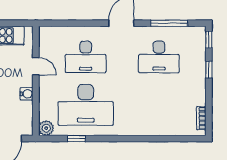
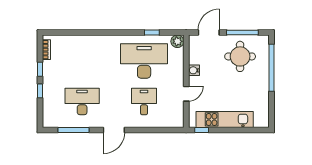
window: (17, 23) -> (202, 130), added
window: (209, 40) -> (40, 69), moved
desk: (86, 57) -> (144, 101), width x0.73
door: (36, 66) -> (186, 94), swing flipped

